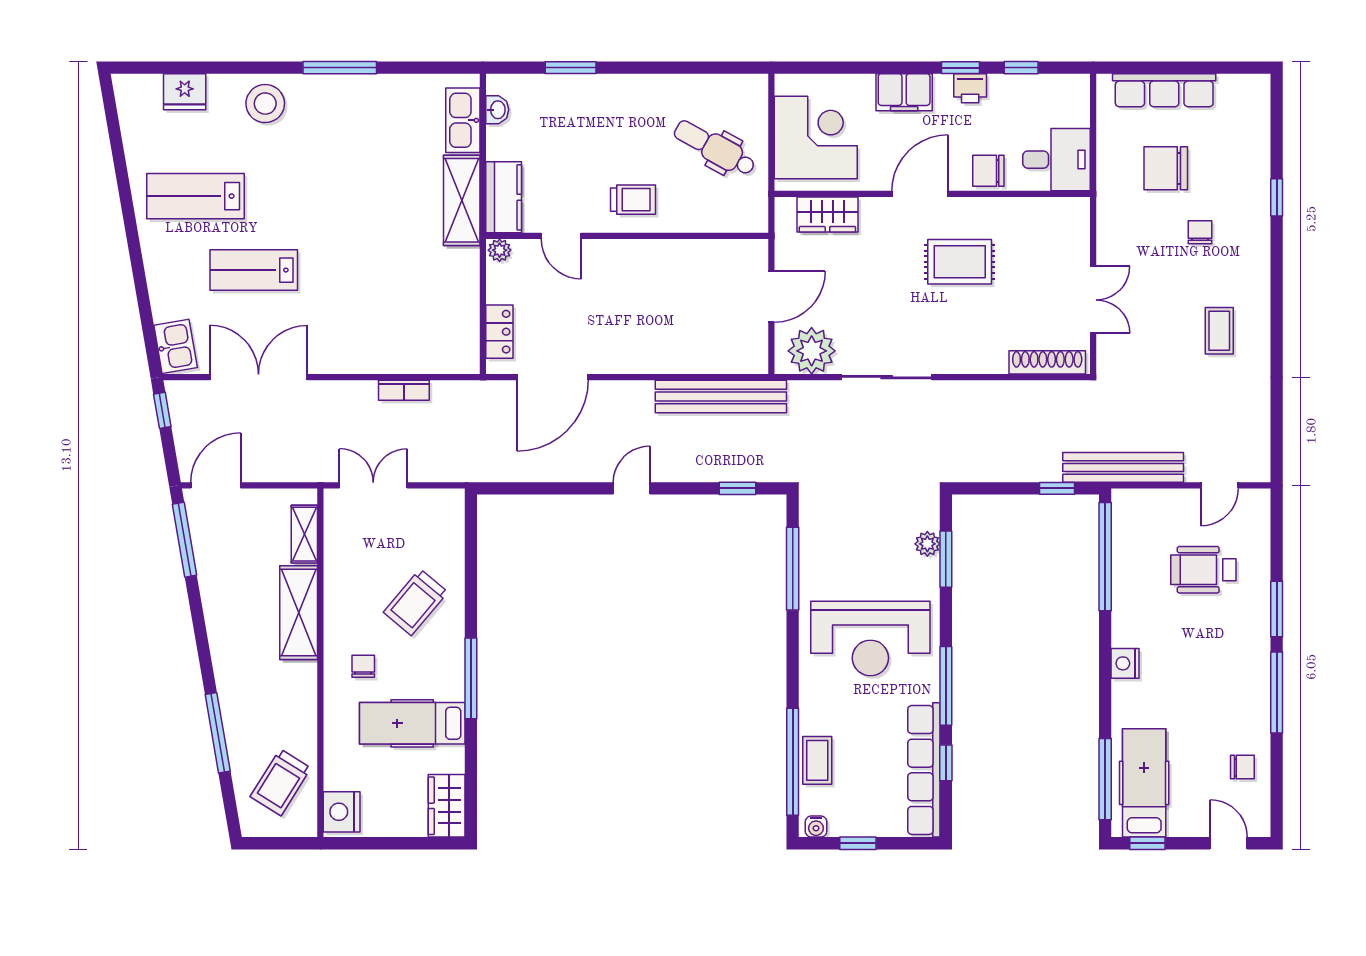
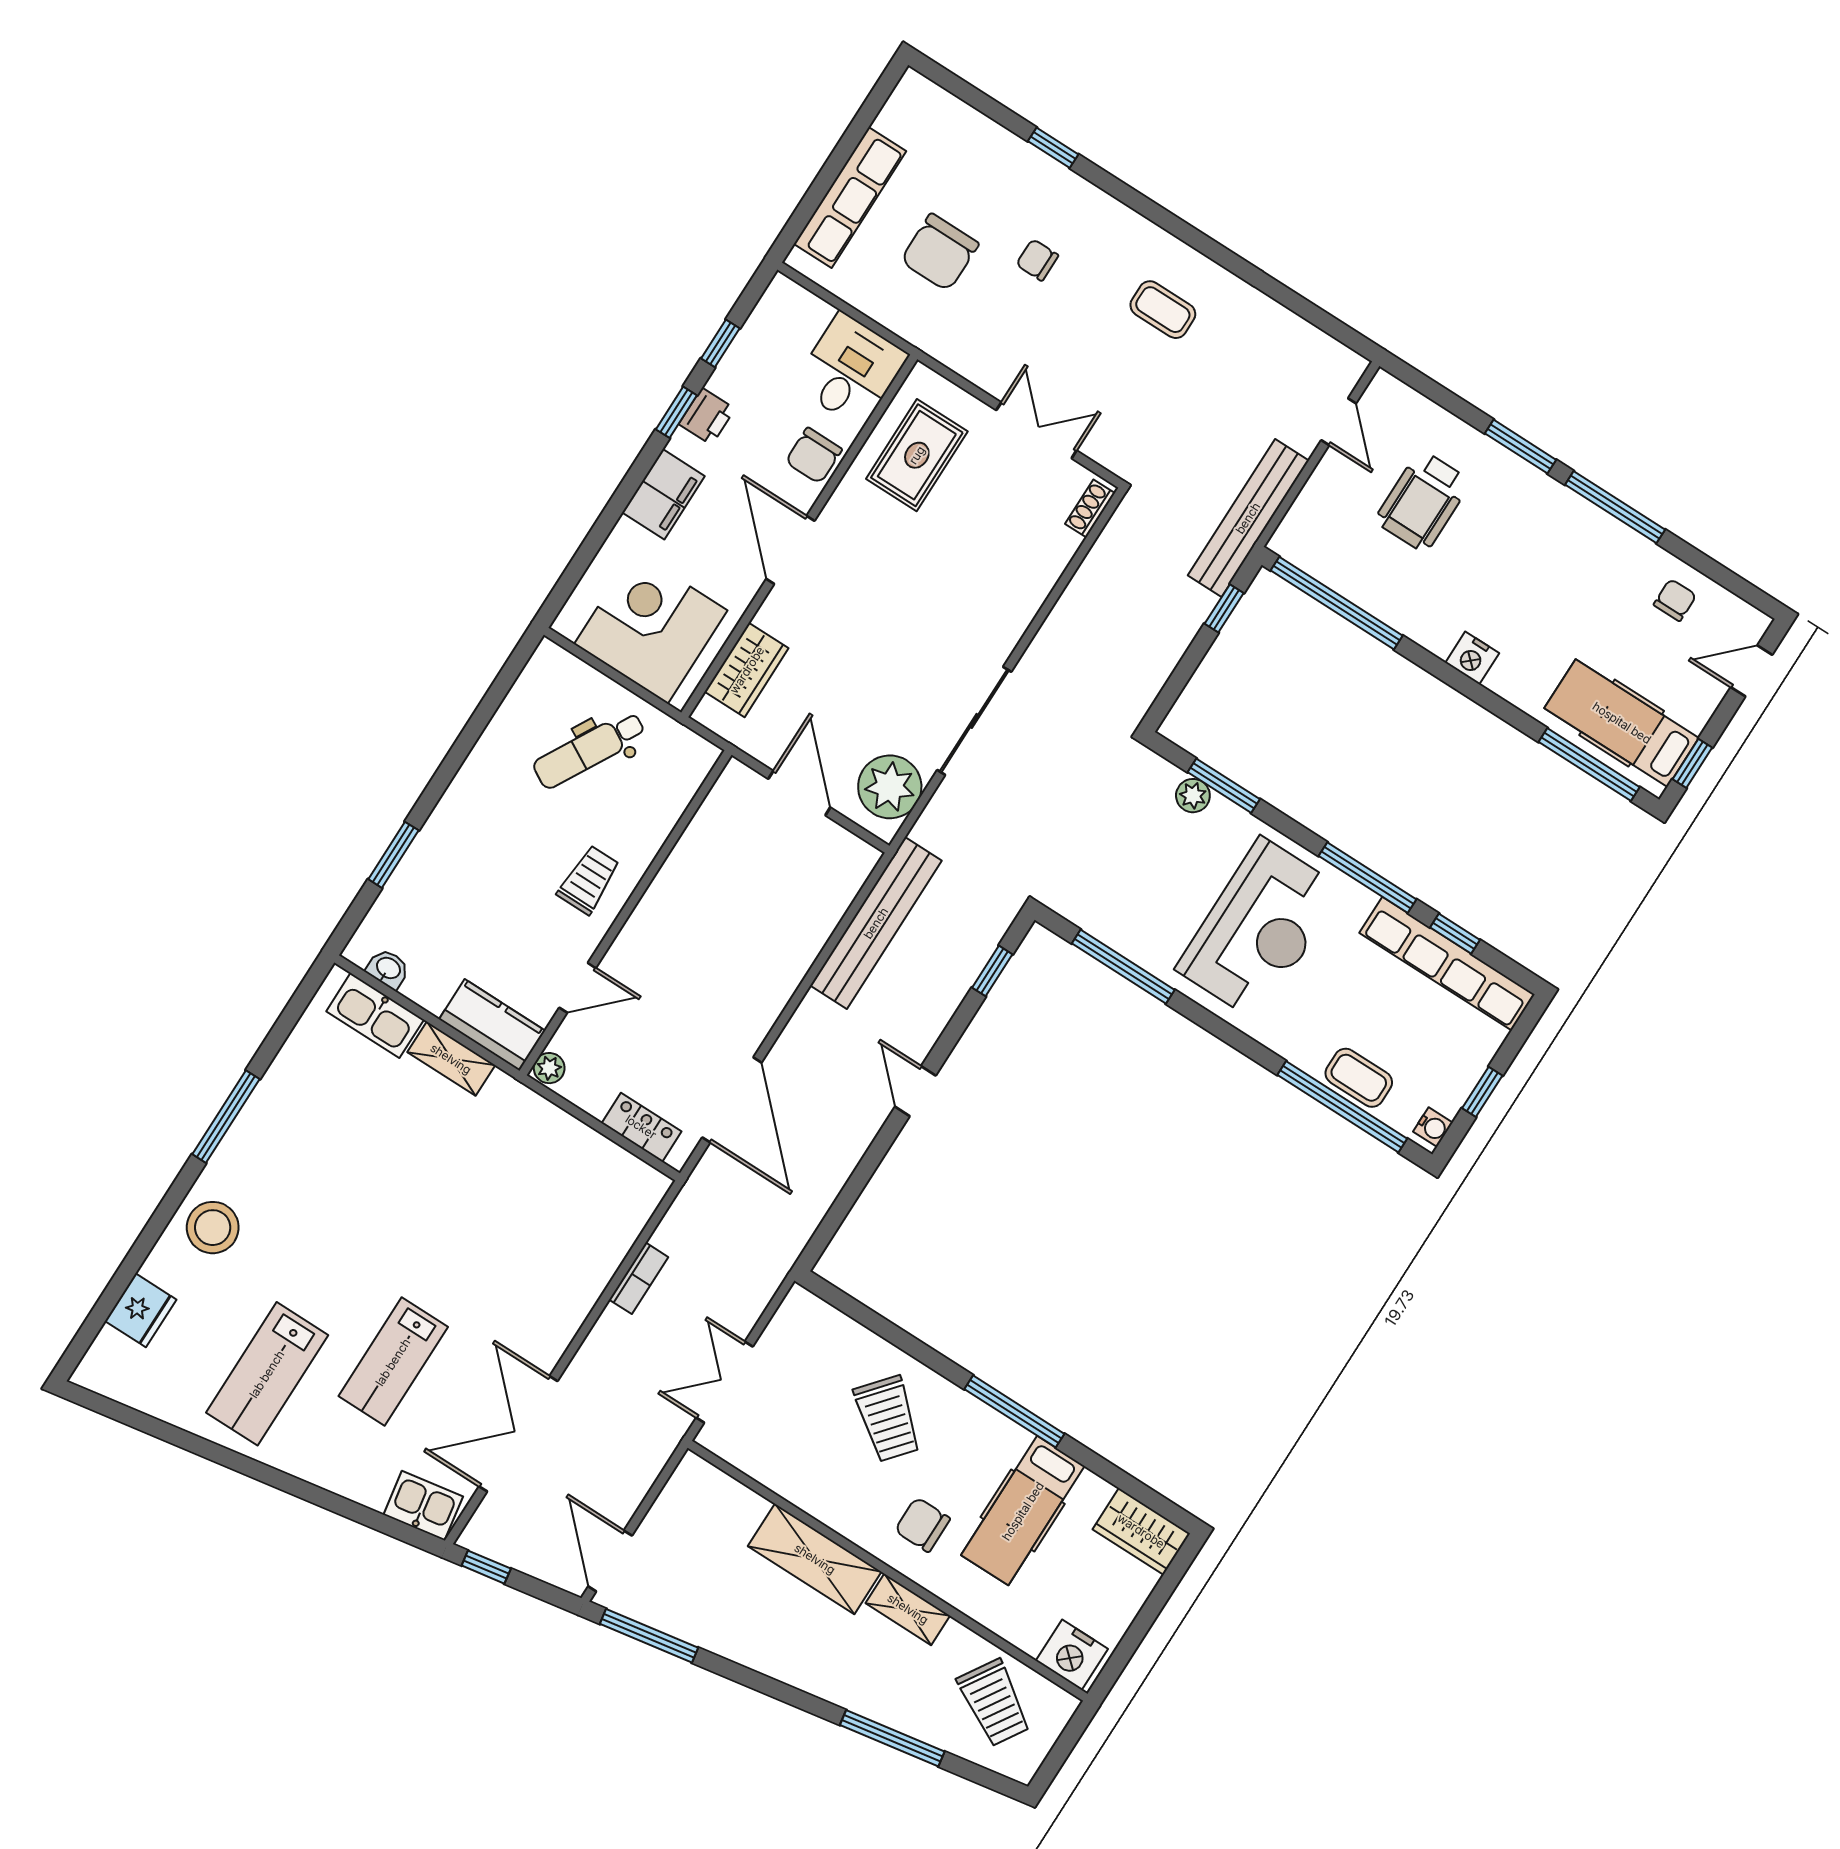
shelving: (462, 200) -> (451, 1059), width x0.67, depth x0.75
rug: (960, 262) -> (917, 455), moved
shoe rack: (1047, 362) -> (1090, 509), width x0.51, depth x0.81
shelving: (304, 534) -> (908, 1609), moved
chair: (363, 666) -> (922, 1525), width x1.37, depth x1.37

